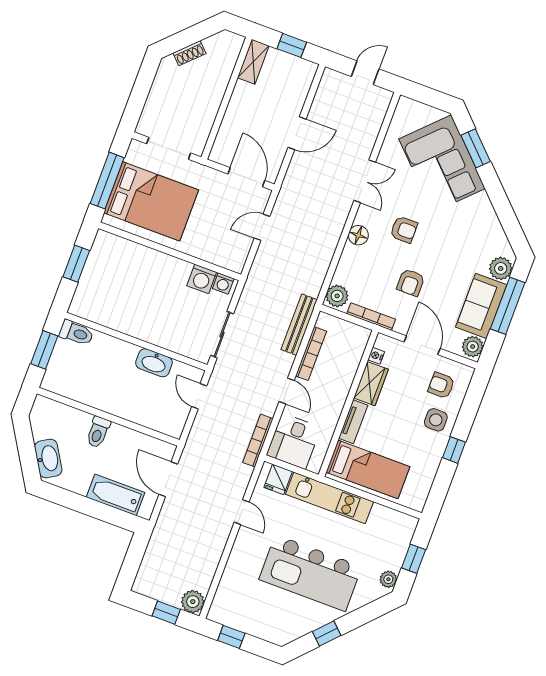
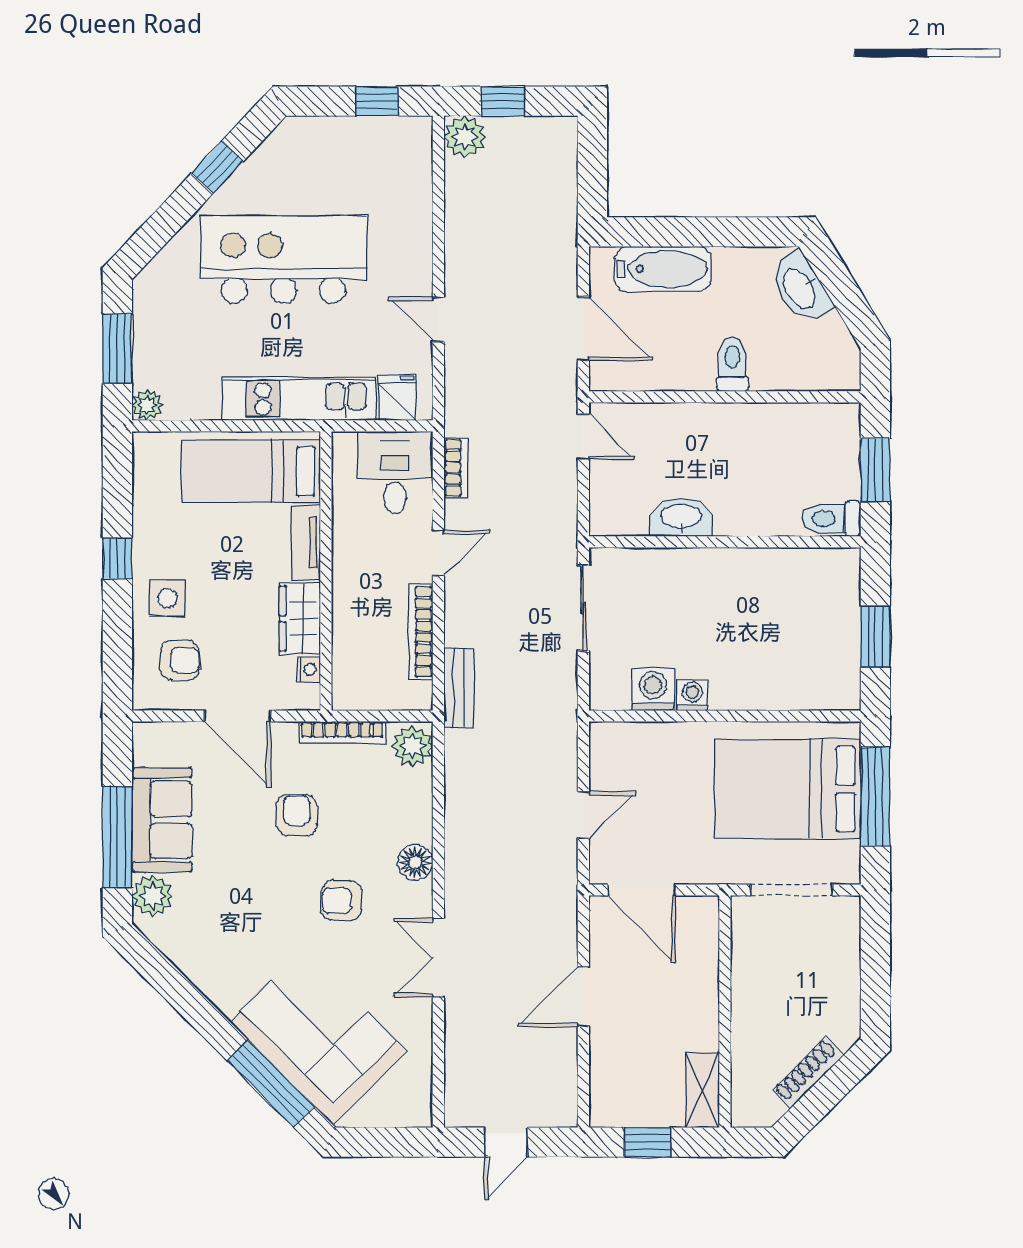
shoe rack: (189, 53) -> (808, 1073), width x1.43
window: (476, 148) -> (271, 1084), width x1.44
washing machine: (223, 284) -> (692, 695), moved
bench: (299, 325) -> (459, 688), width x0.73
plant: (473, 347) -> (151, 746), removed
door: (287, 391) -> (438, 553), swing flipped
door: (199, 396) -> (583, 437), moved
bookcase: (258, 441) -> (456, 468), width x0.64
window: (414, 559) -> (117, 349), width x1.50
plant: (388, 579) -> (147, 405), moved

